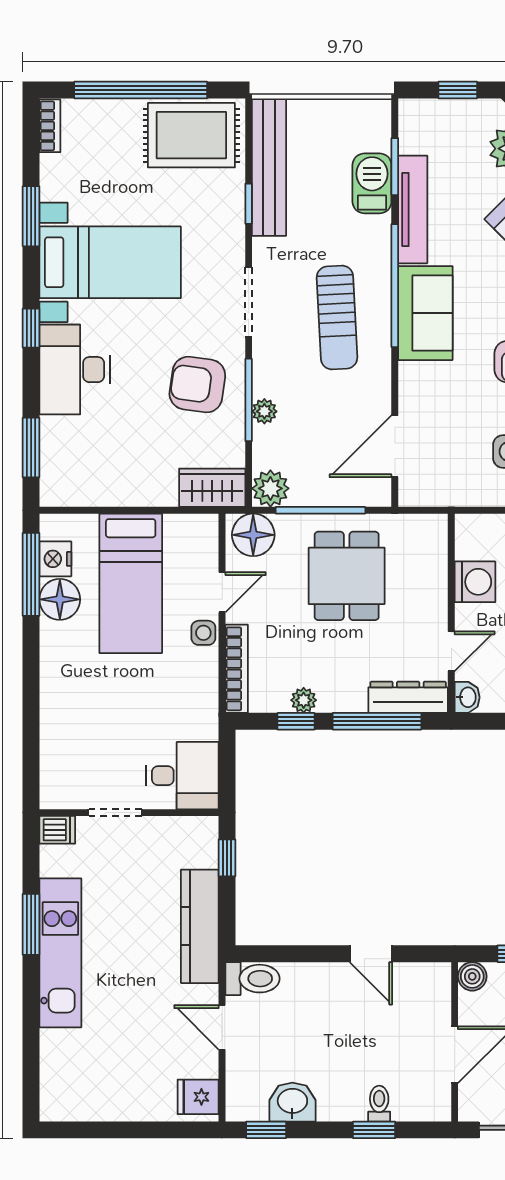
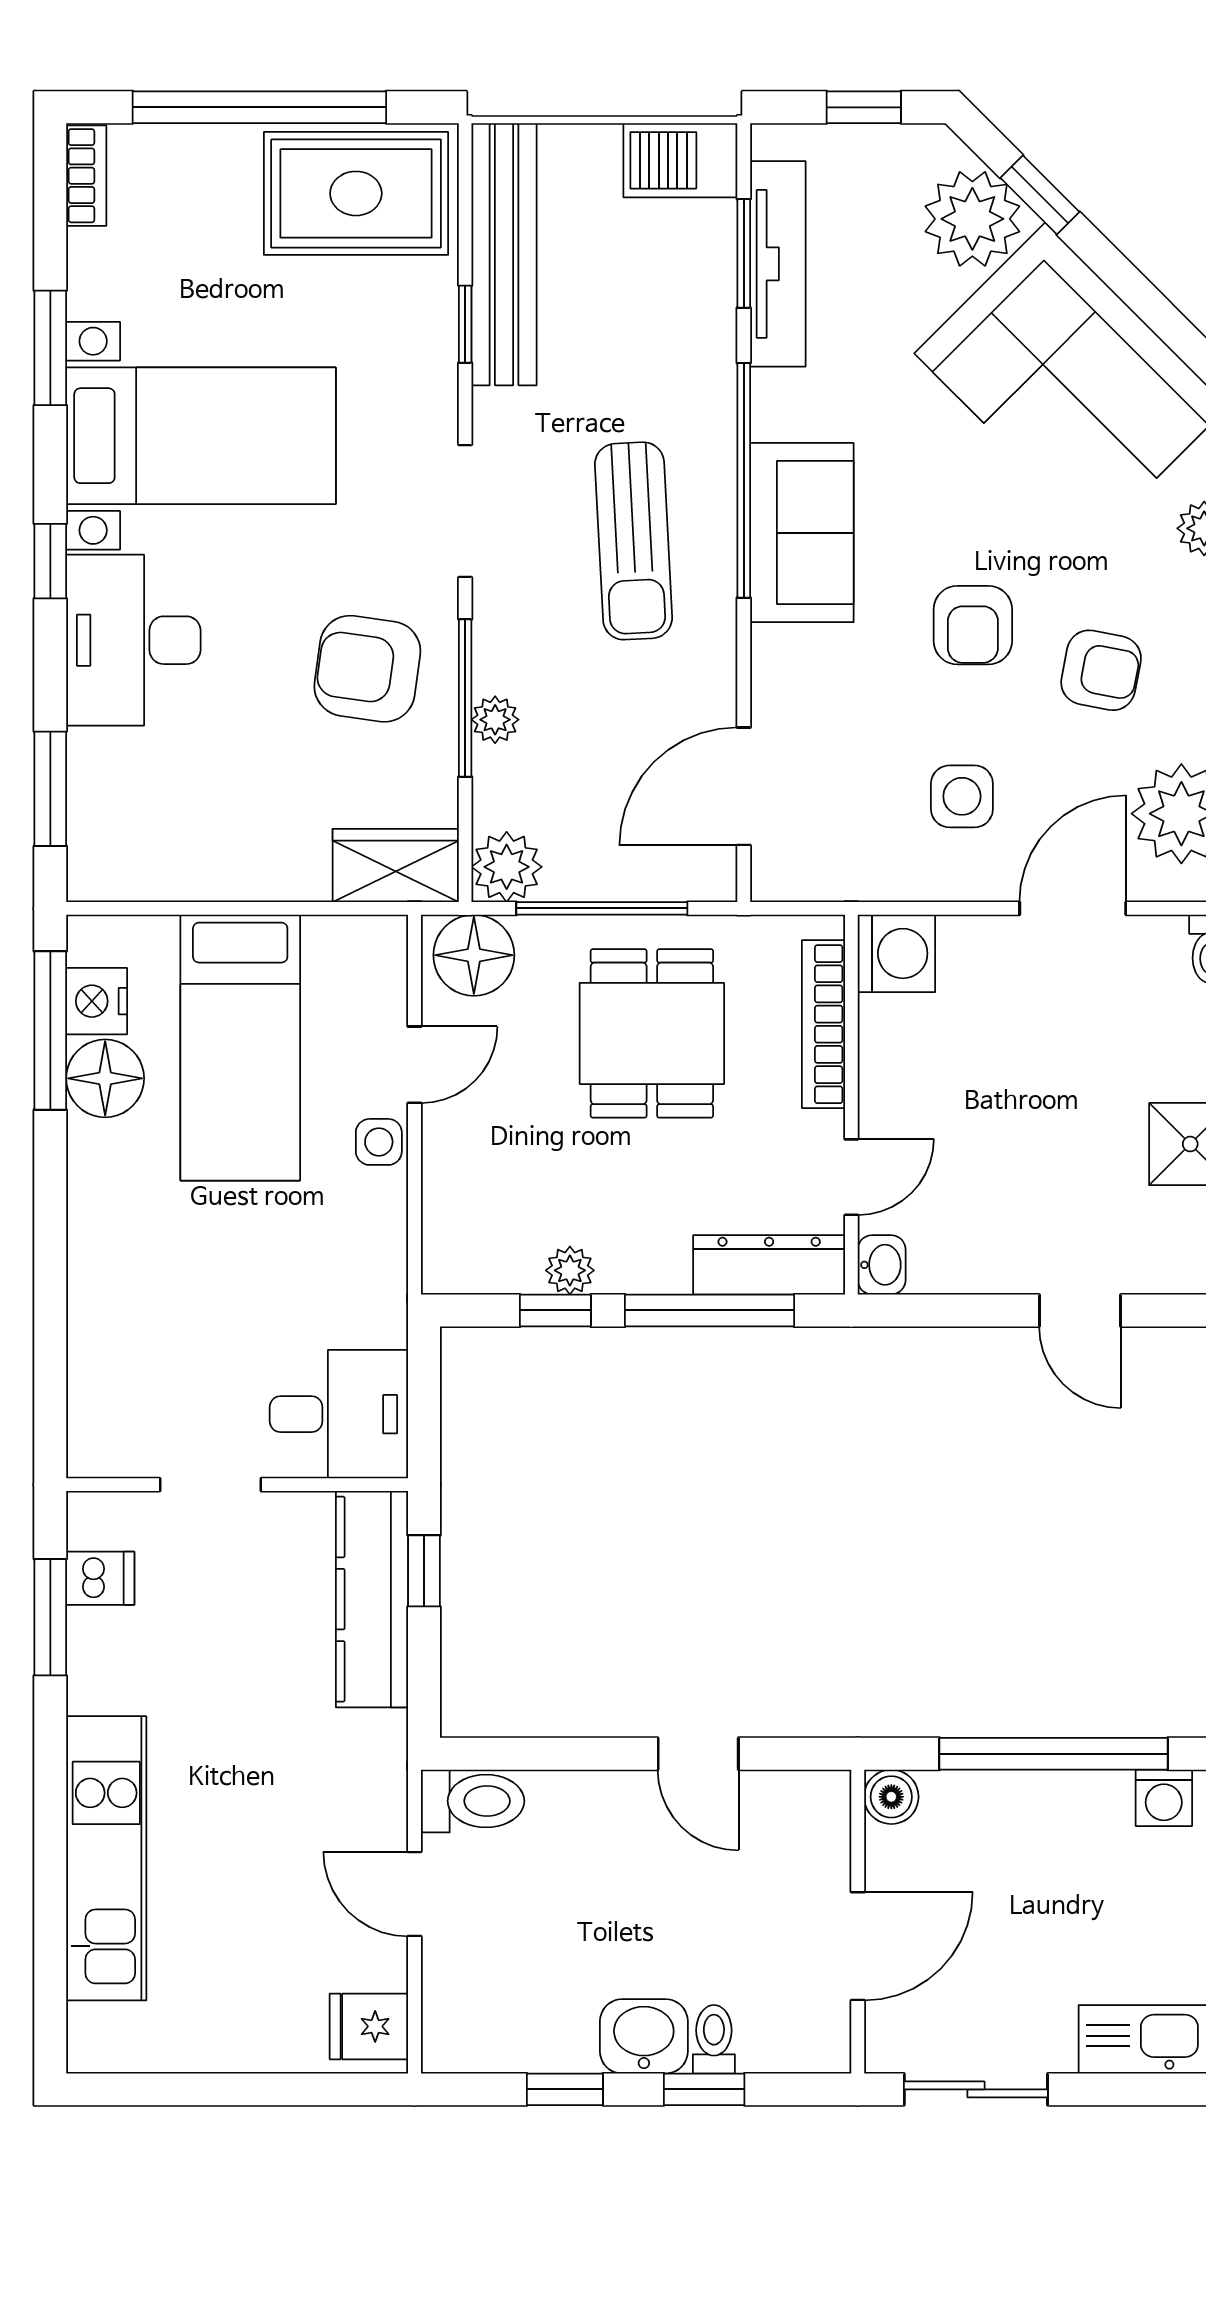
barbecue: (372, 183) -> (680, 160), moved, turned -90
tv unit: (413, 209) -> (778, 264), moved
washing machine: (475, 582) -> (896, 953), moved
bookcase: (237, 669) -> (824, 1024), moved, turned 180
dishwasher: (57, 830) -> (100, 1578), moved
window: (31, 924) -> (50, 1617), moved
kitchen counter: (200, 926) -> (372, 1599), moved
kitchen unit: (60, 953) -> (106, 1858), moved
washbasin: (292, 1102) -> (644, 2036), moved
window: (266, 1130) -> (565, 2089), moved

